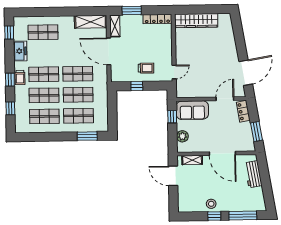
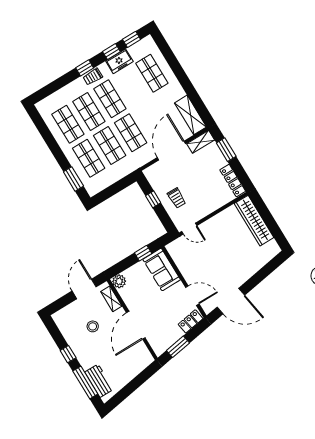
window: (10, 108) -> (111, 52), moved
plant: (182, 136) -> (119, 281), moved
workbench: (253, 174) -> (99, 381), moved, turned 99
stool: (211, 204) -> (93, 326), moved

